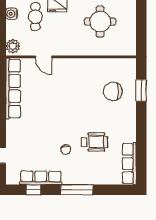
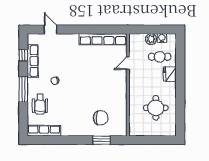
plant: (13, 46) -> (151, 39), moved
chair: (113, 91) -> (101, 118), turned 90
wheelchair: (94, 142) -> (40, 104), moved

